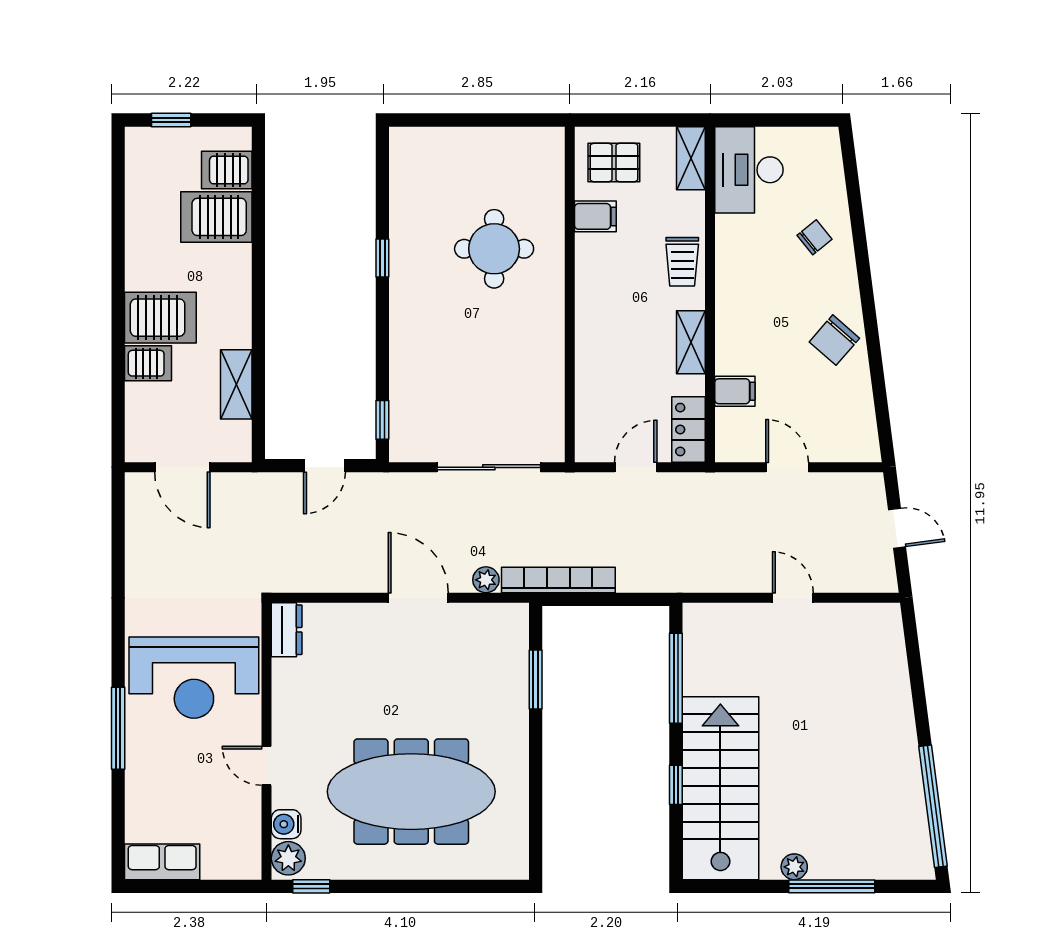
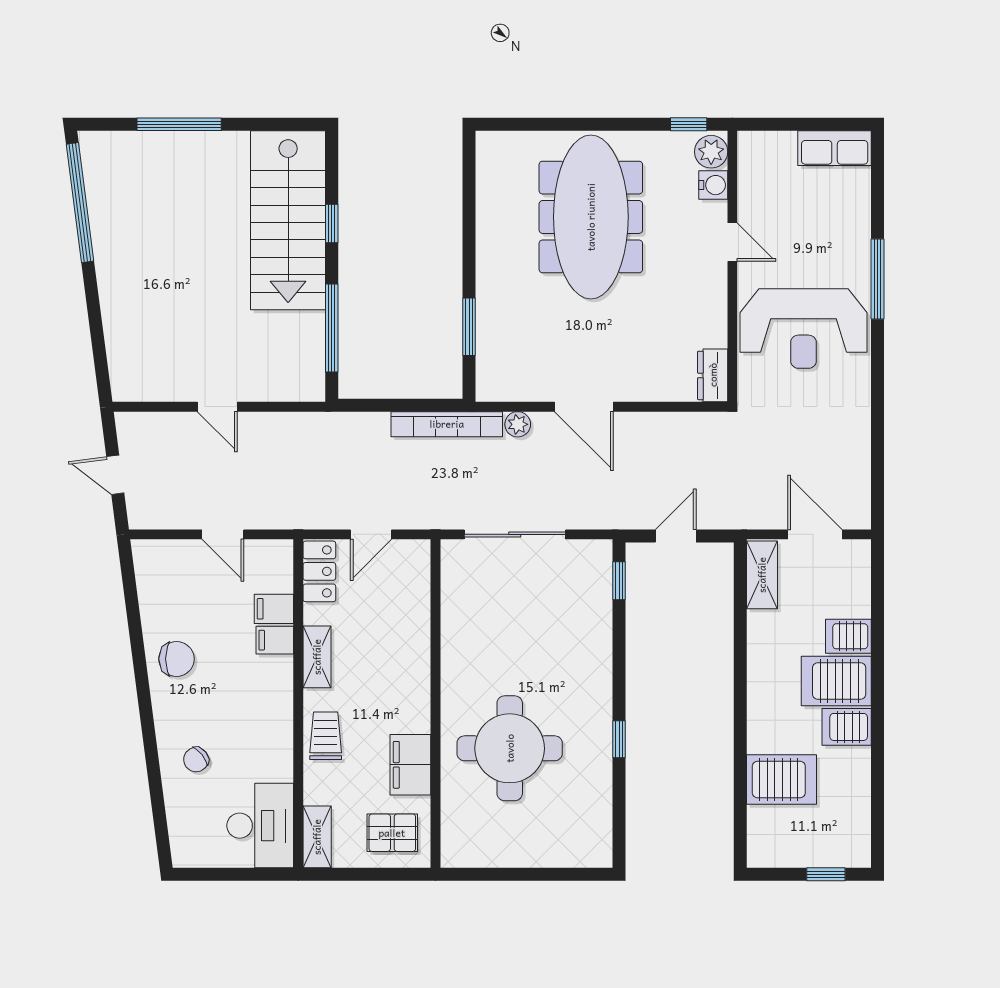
server rack: (227, 170) -> (847, 727), moved, turned 180
filing cabinet: (595, 216) -> (410, 765), width x2.00
round table: (494, 249) -> (510, 748), width x1.36, depth x1.36
chair: (834, 340) -> (177, 659), turned 49
filing cabinet: (734, 359) -> (275, 640), added
shelving: (236, 384) -> (762, 575), moved
reception desk: (194, 678) -> (803, 329), turned 180
meeting table: (411, 792) -> (591, 217), turned 90
plant: (794, 867) -> (216, 143), removed

